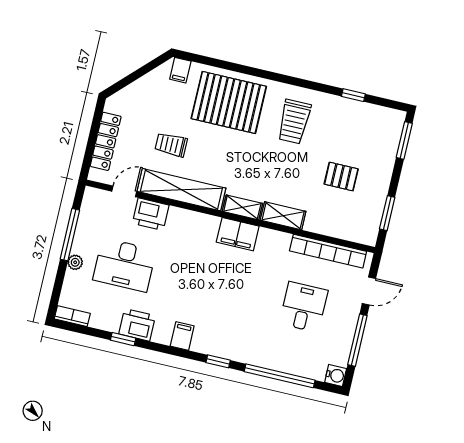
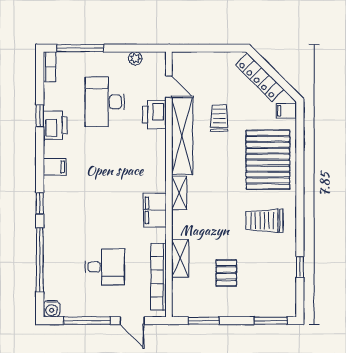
locker: (106, 141) -> (260, 77), moved, turned 45
shelving: (283, 216) -> (180, 258), moved
filing cabinet: (238, 234) -> (155, 210), moved
window: (70, 235) -> (80, 48), moved
plant: (75, 262) -> (135, 58), moved

